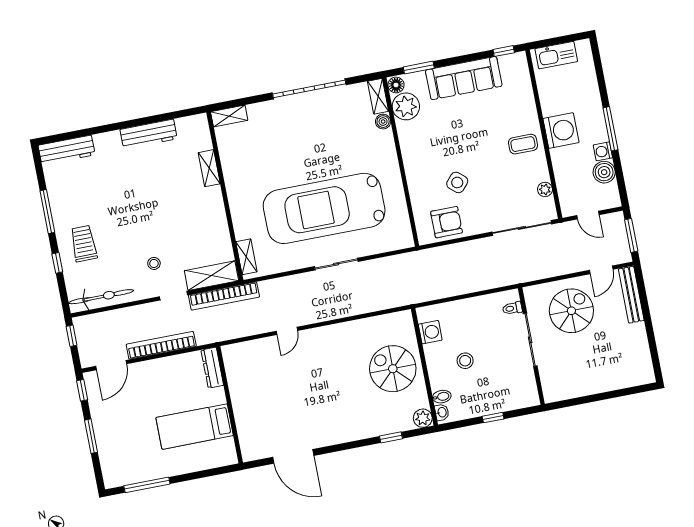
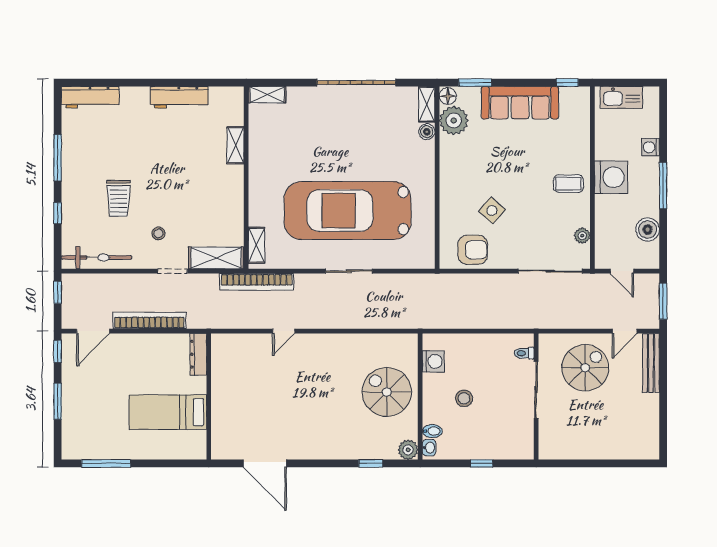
washing machine: (603, 151) -> (650, 147), moved
trolley: (84, 244) -> (119, 198), moved, turned 180
bookcase: (224, 296) -> (257, 282), moved

